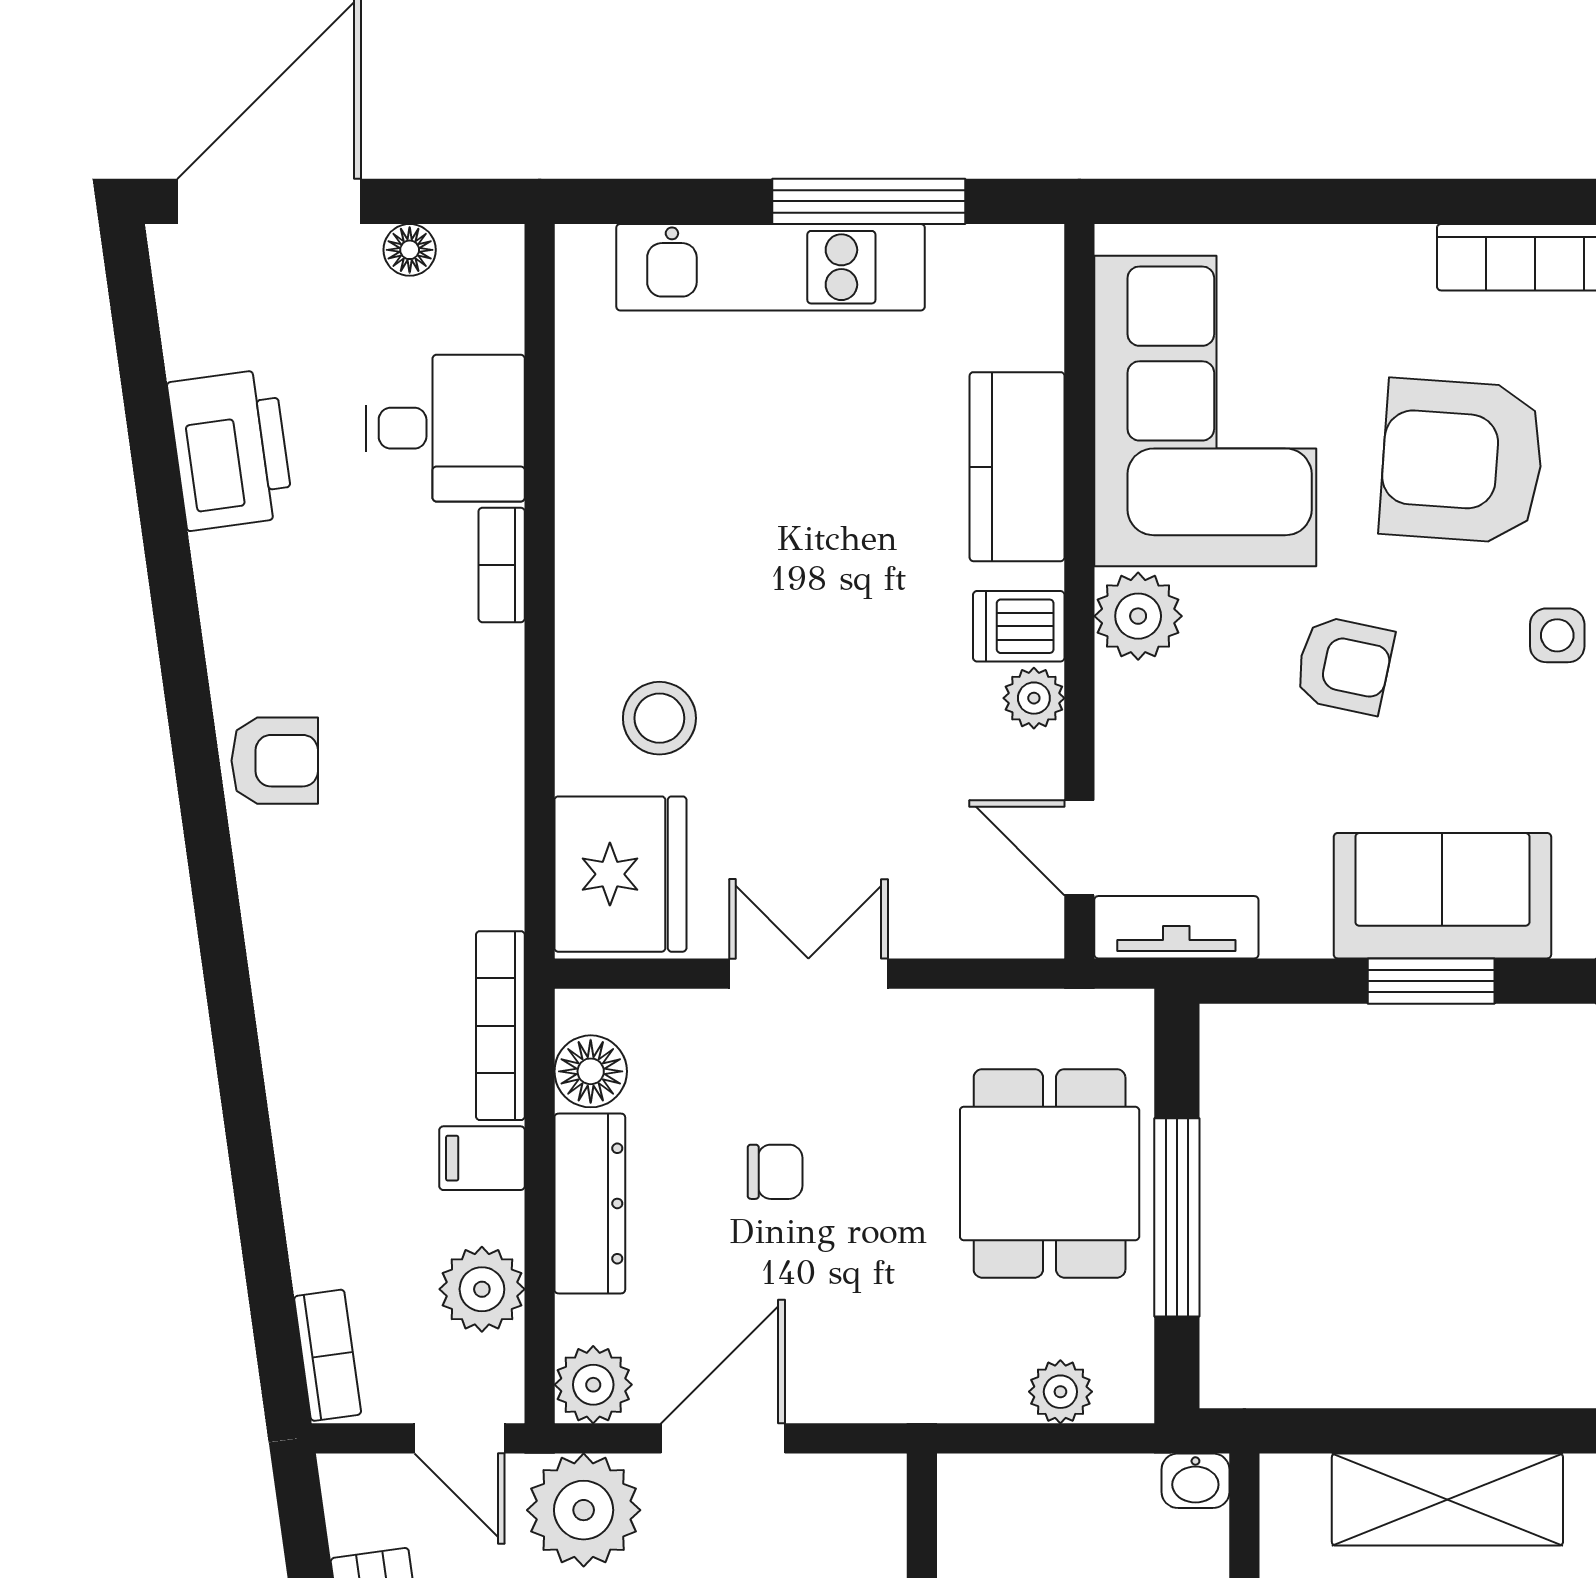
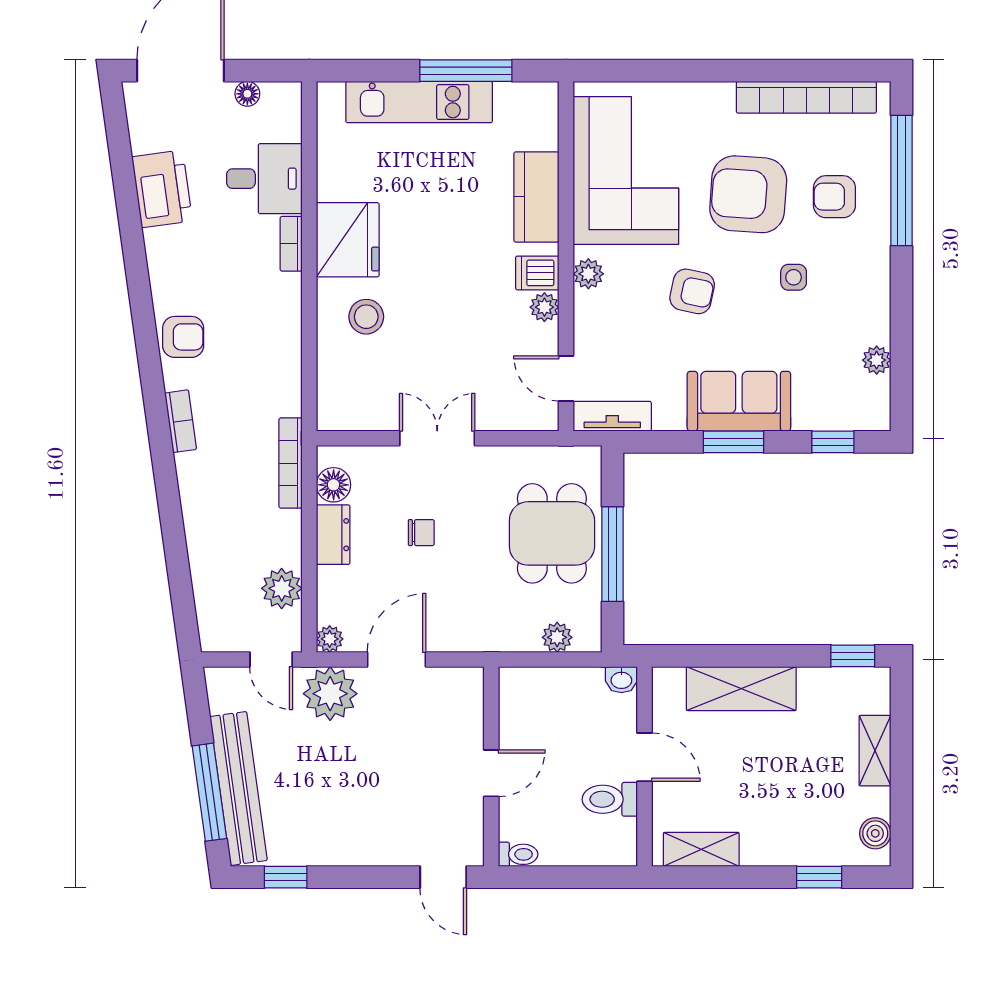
plant: (1138, 616) -> (588, 274), width x0.73, depth x0.73
fridge: (620, 874) -> (348, 240), moved
filing cabinet: (482, 1158) -> (282, 526), removed
dresser: (590, 1203) -> (333, 535), width x0.70
bookcase: (328, 1355) -> (181, 421), moved
plant: (593, 1385) -> (330, 639), width x0.73, depth x0.73

